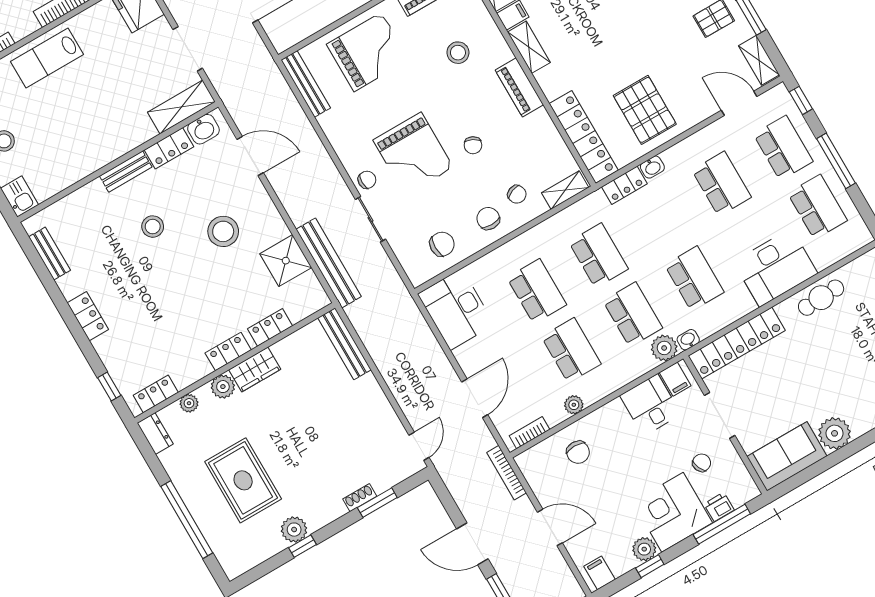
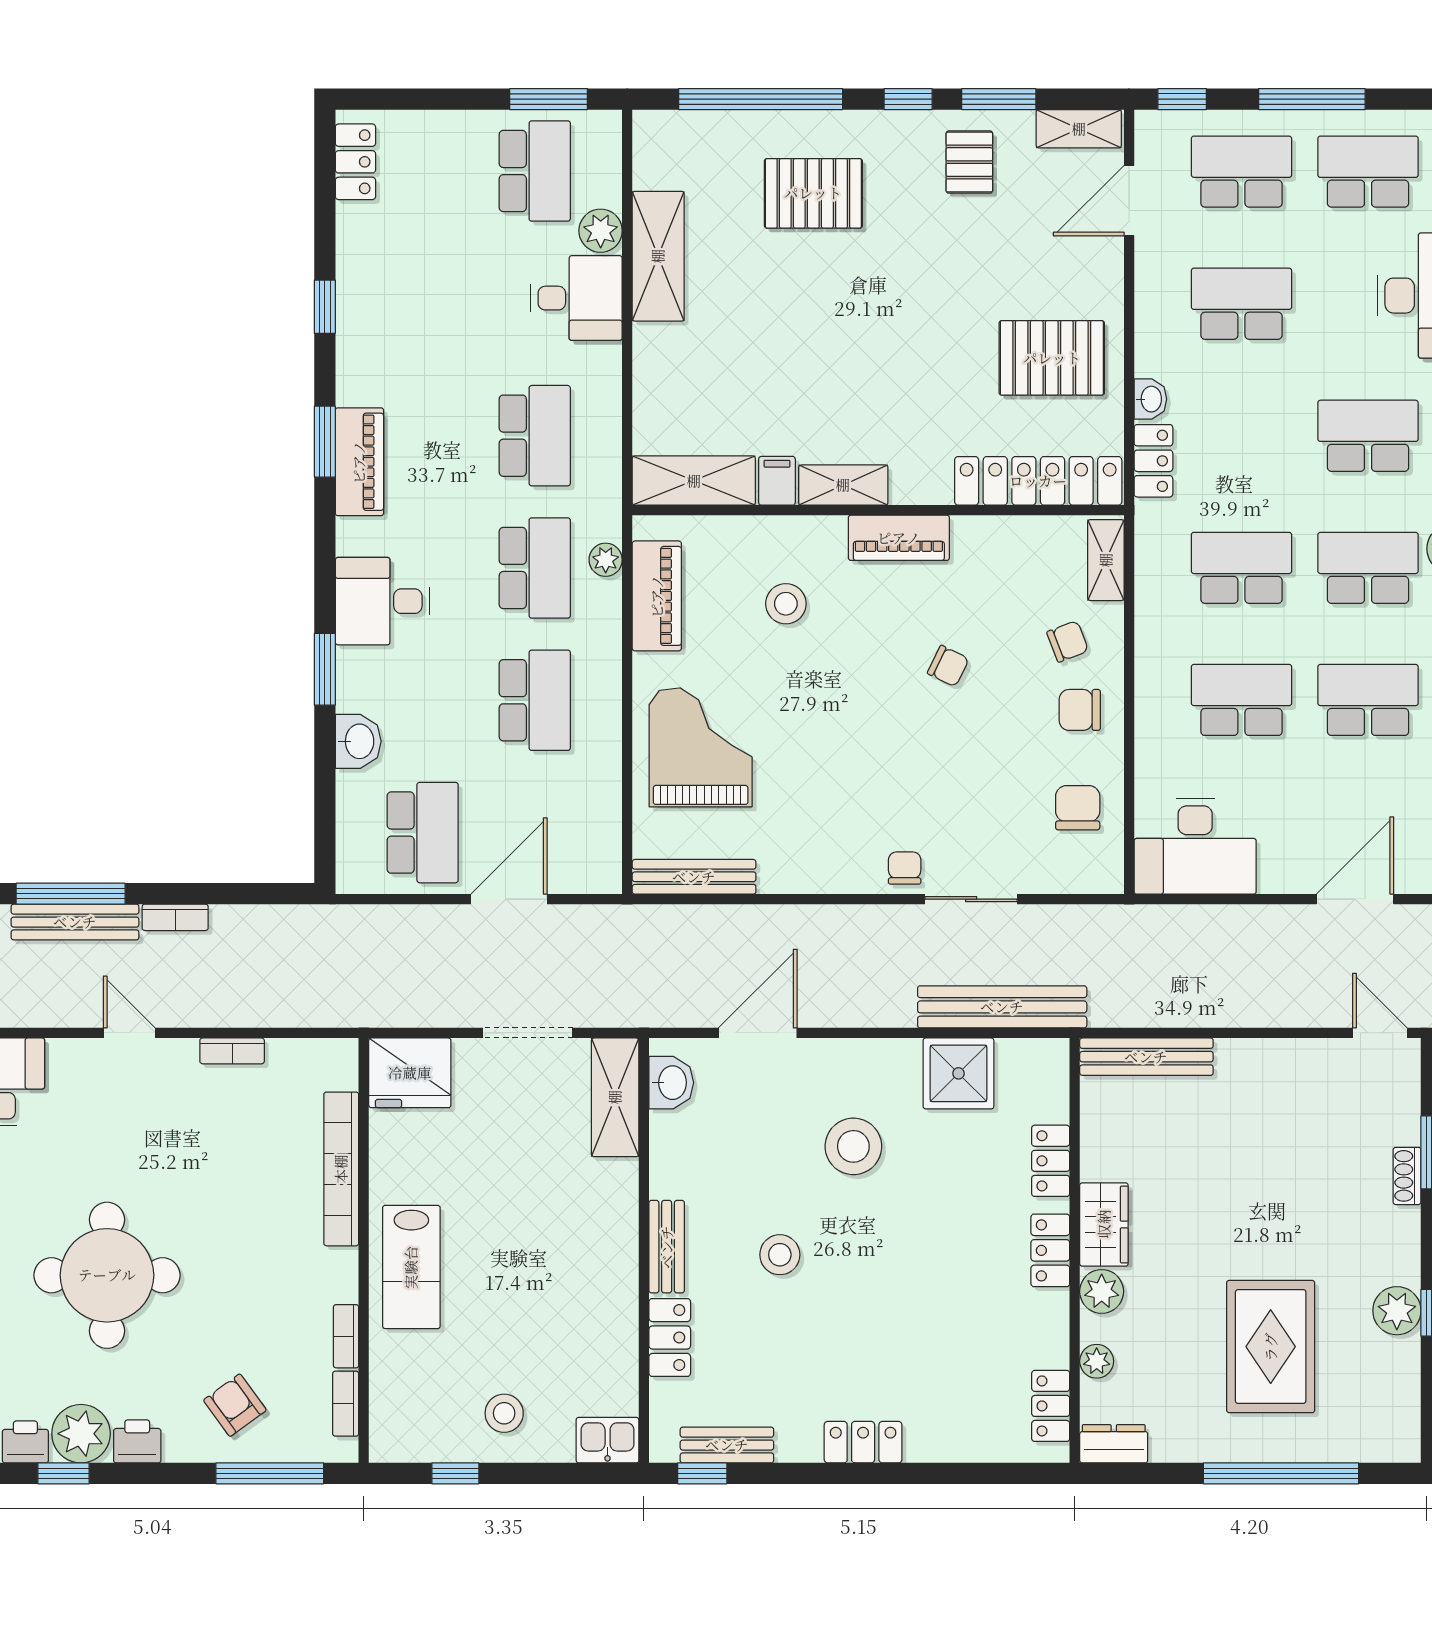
locker: (169, 148) -> (670, 1337), moved
grand piano: (413, 154) -> (906, 770), removed
window: (109, 386) -> (702, 1473), moved
door: (475, 398) -> (1355, 899), hinge flipped
rug: (243, 480) -> (1271, 1347), turned 90

